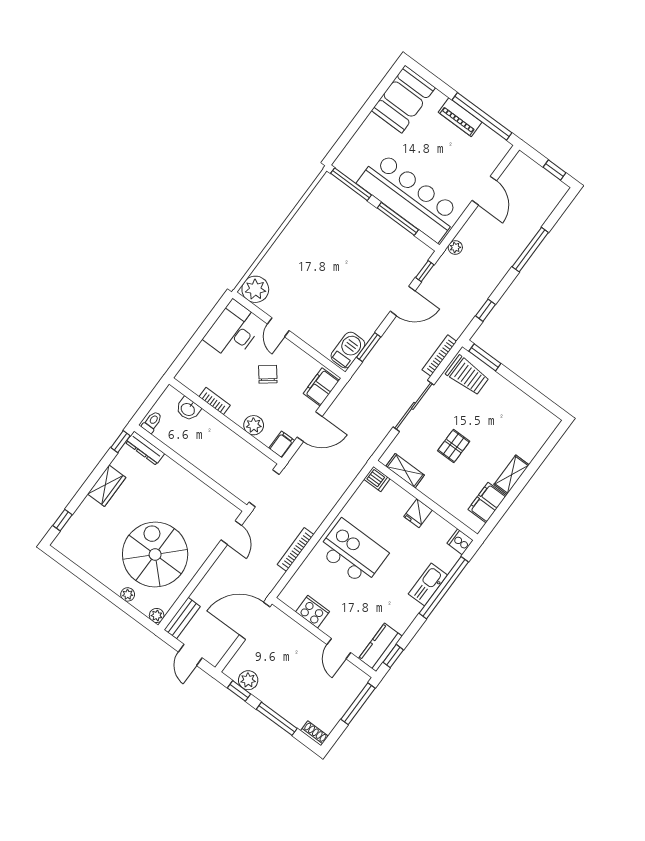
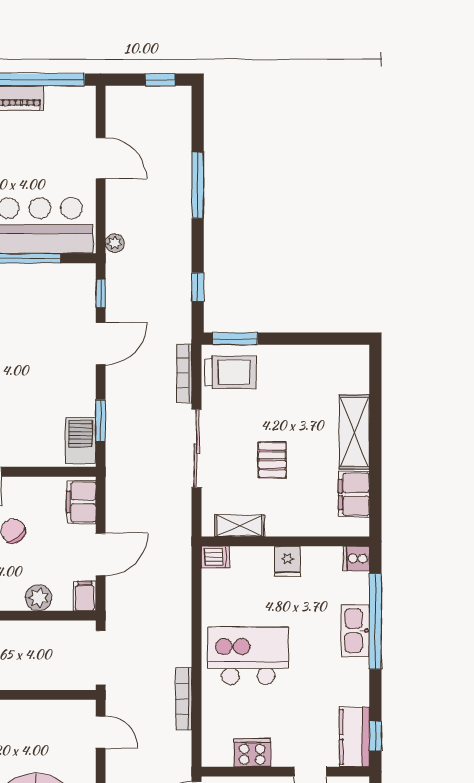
shelving: (512, 475) -> (354, 432), width x1.50, depth x1.33

